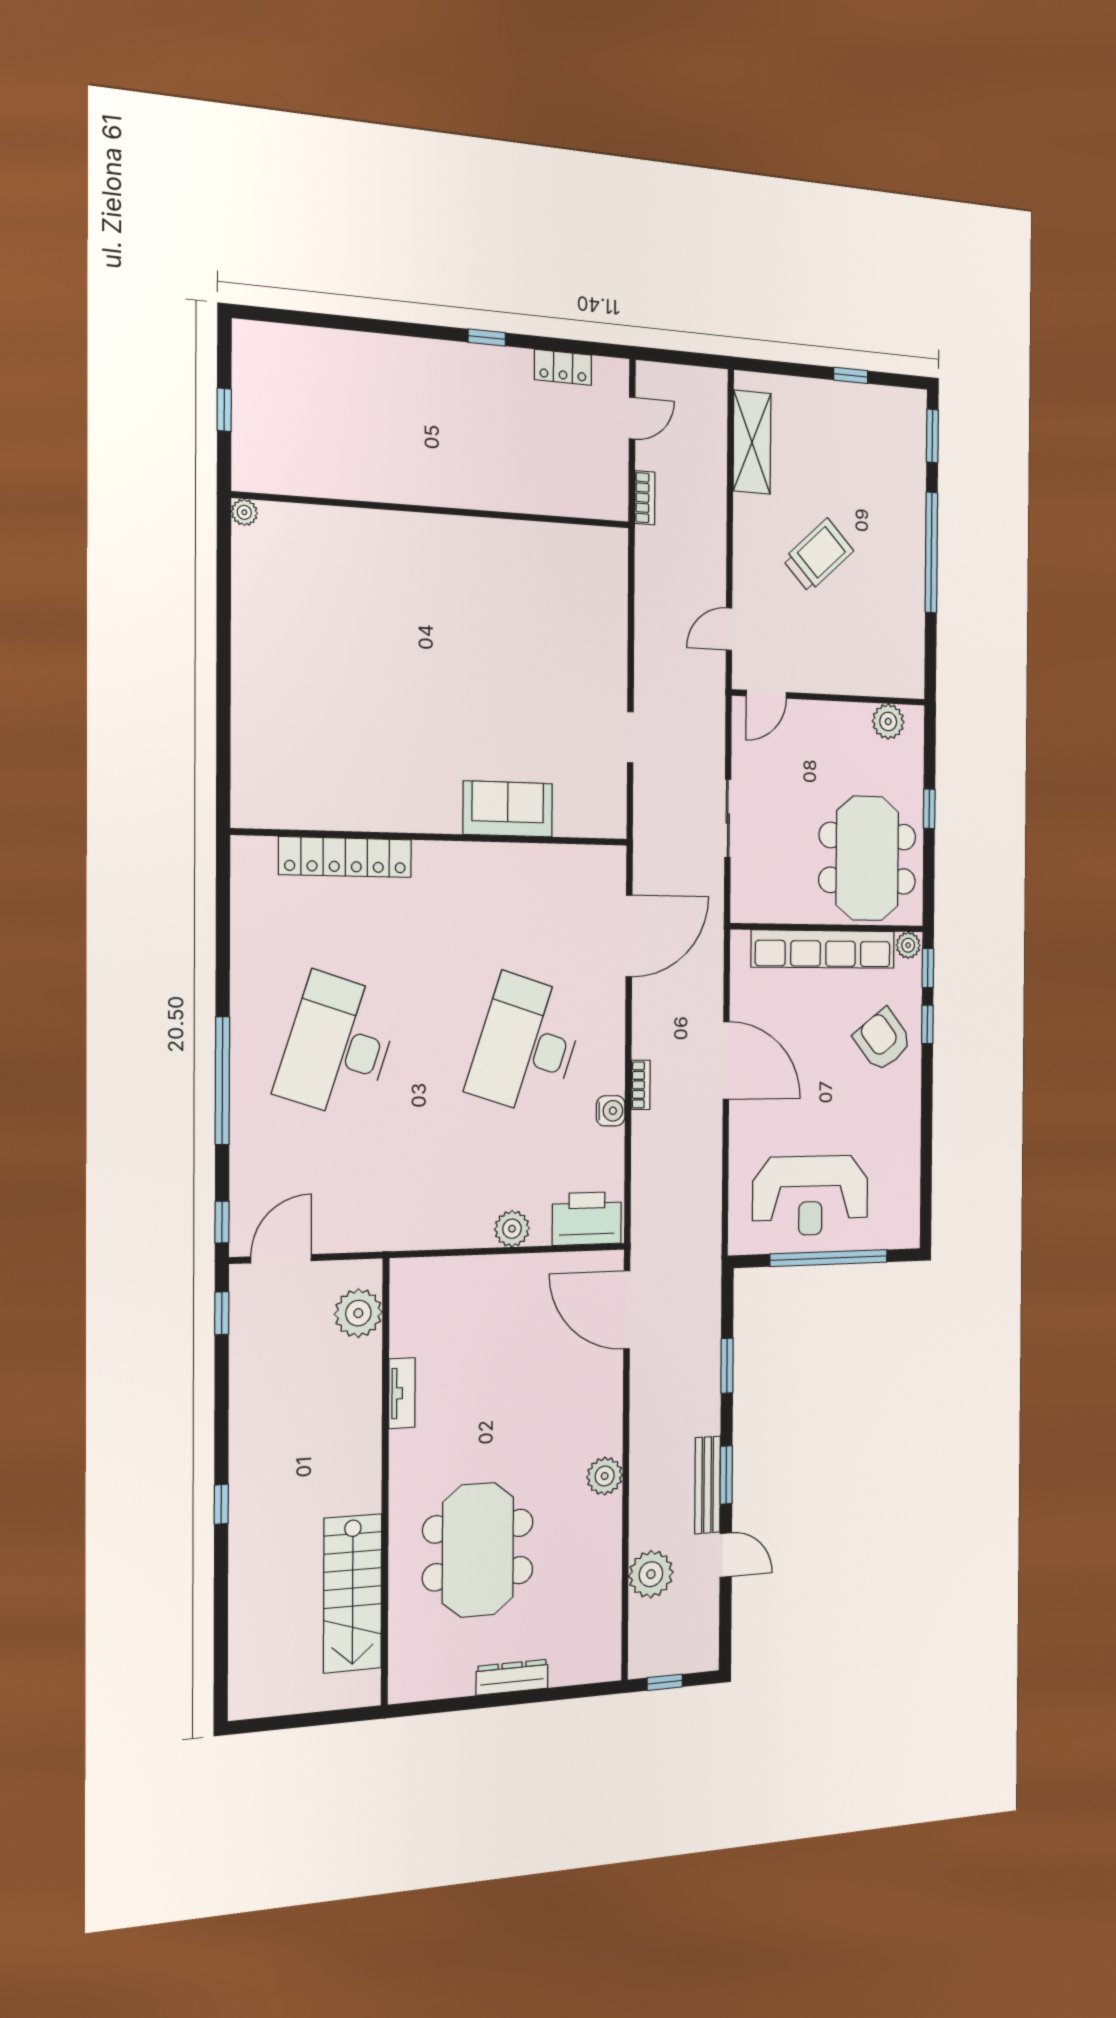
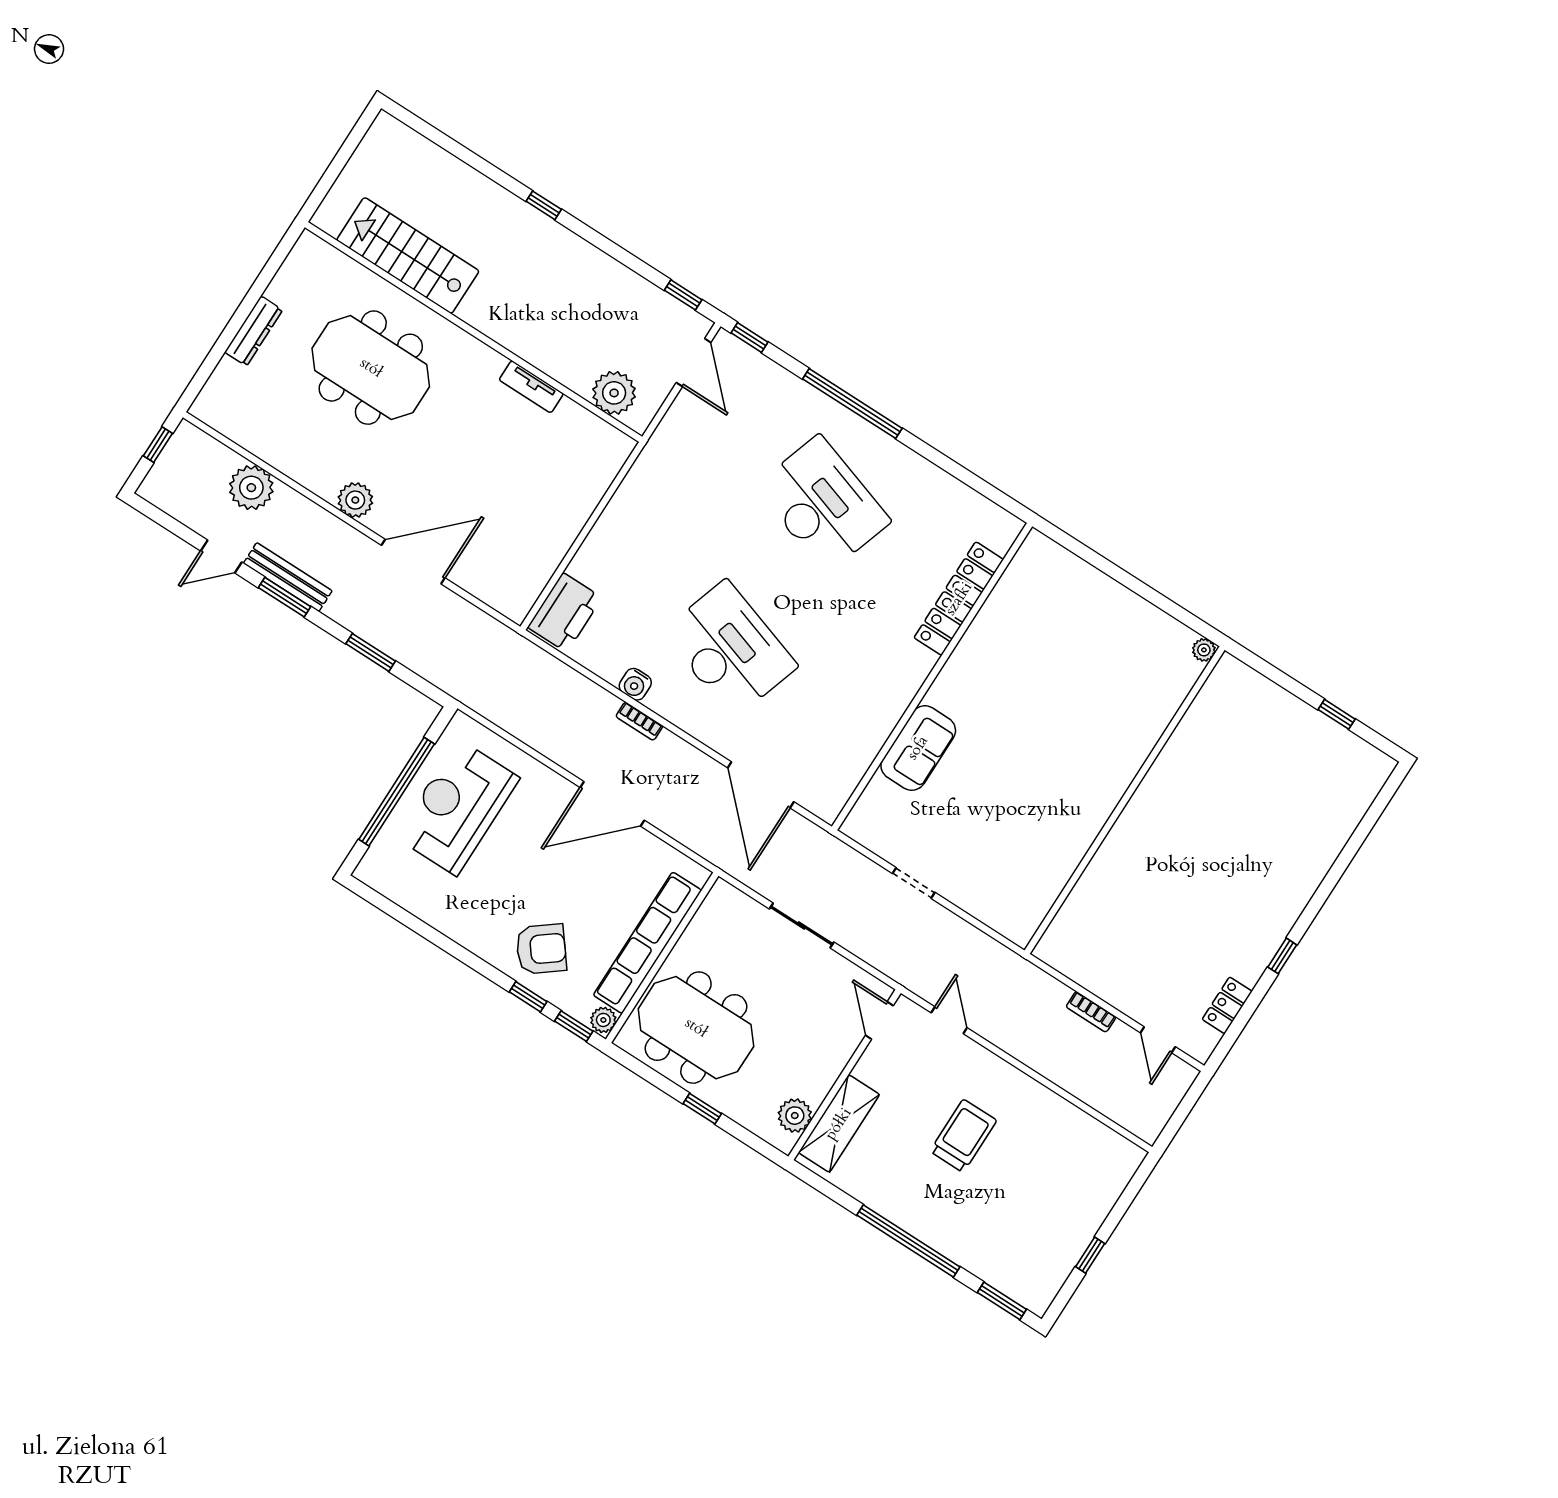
shelving: (752, 442) -> (839, 1124), moved, turned 90
wall: (436, 510) -> (1125, 800), moved
plant: (244, 512) -> (1204, 650), moved
trolley: (818, 555) -> (963, 1136), turned -137
plant: (512, 1229) -> (597, 549), removed
door: (627, 1310) -> (413, 562), moved

